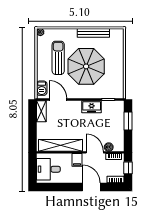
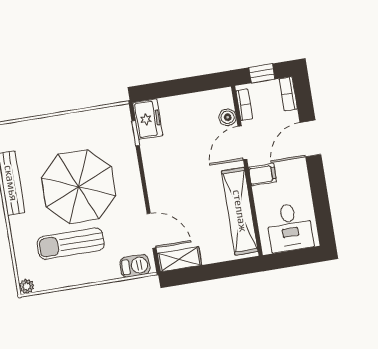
door: (58, 99) -> (152, 231), swing flipped
freezer: (92, 107) -> (148, 119), moved
window: (128, 121) -> (171, 88), removed

